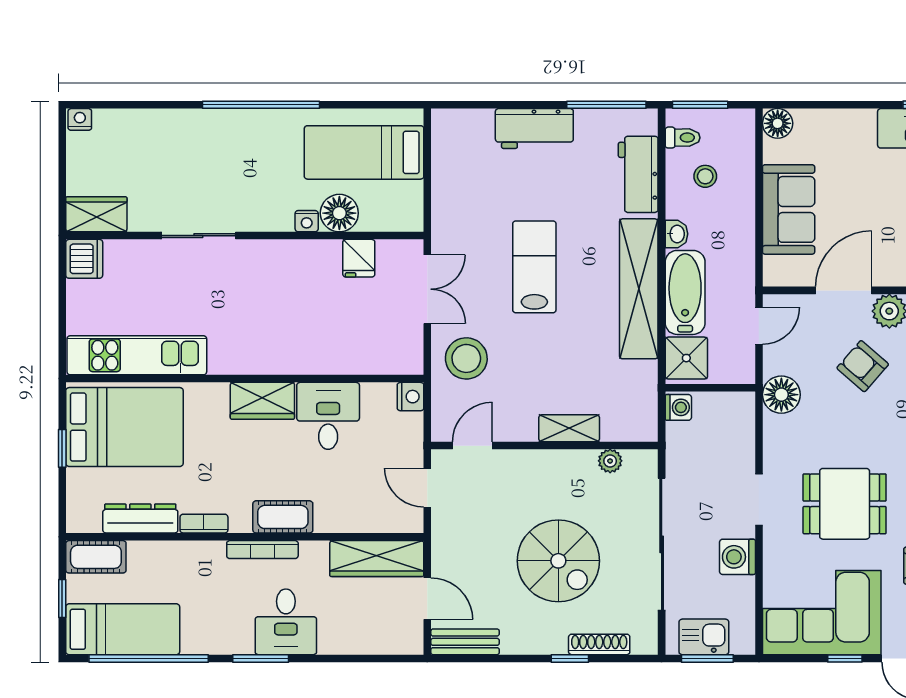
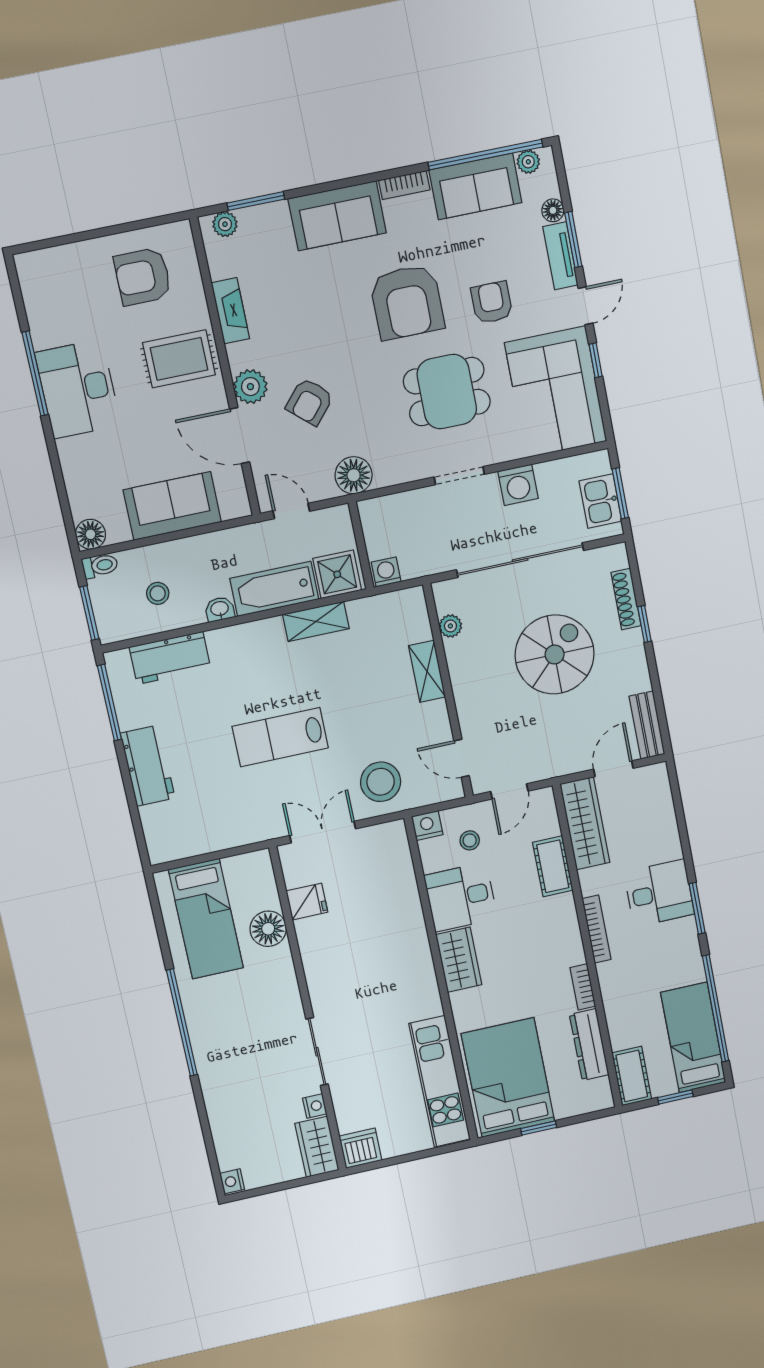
toilet: (683, 138) -> (100, 566), moved, turned 90
nightstand: (307, 221) -> (315, 1106), moved
shelving: (639, 289) -> (316, 621), width x0.45, depth x0.75
stool: (385, 437) -> (470, 840), added
dining table: (845, 504) -> (447, 392), turned 90
cot: (283, 517) -> (553, 866), moved

